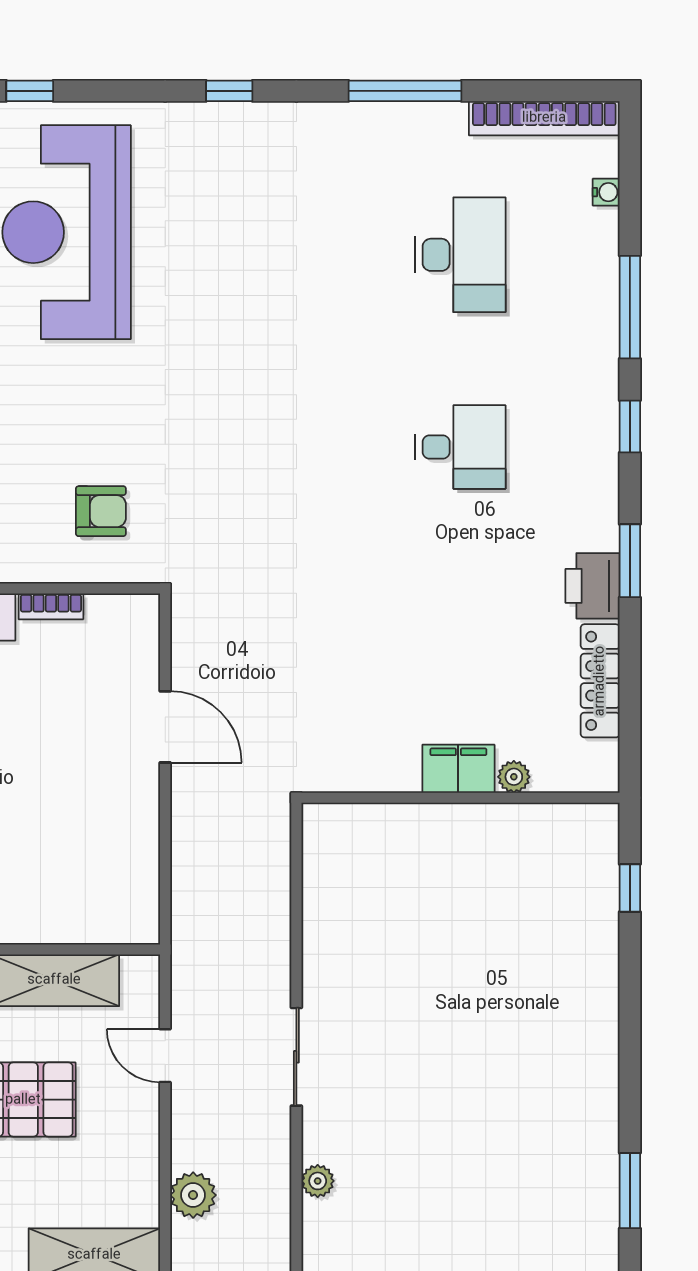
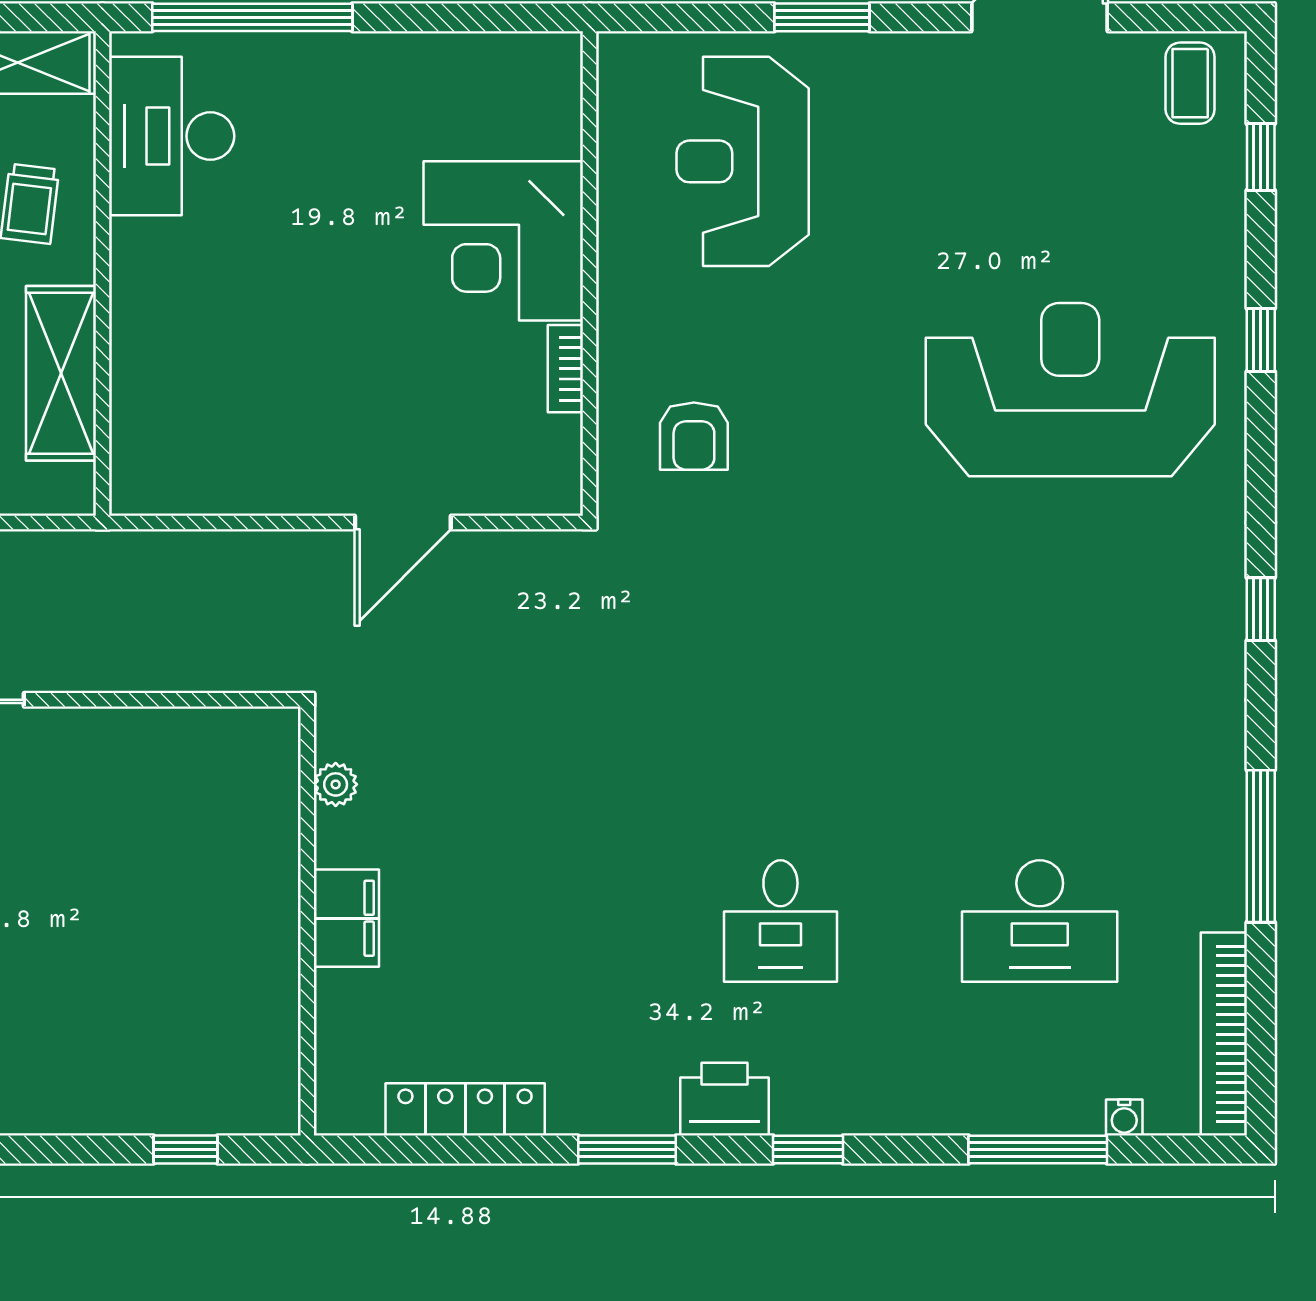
window: (630, 307) -> (1038, 1150), moved
printer: (593, 586) -> (724, 1099), moved
plant: (514, 777) -> (336, 784), moved

